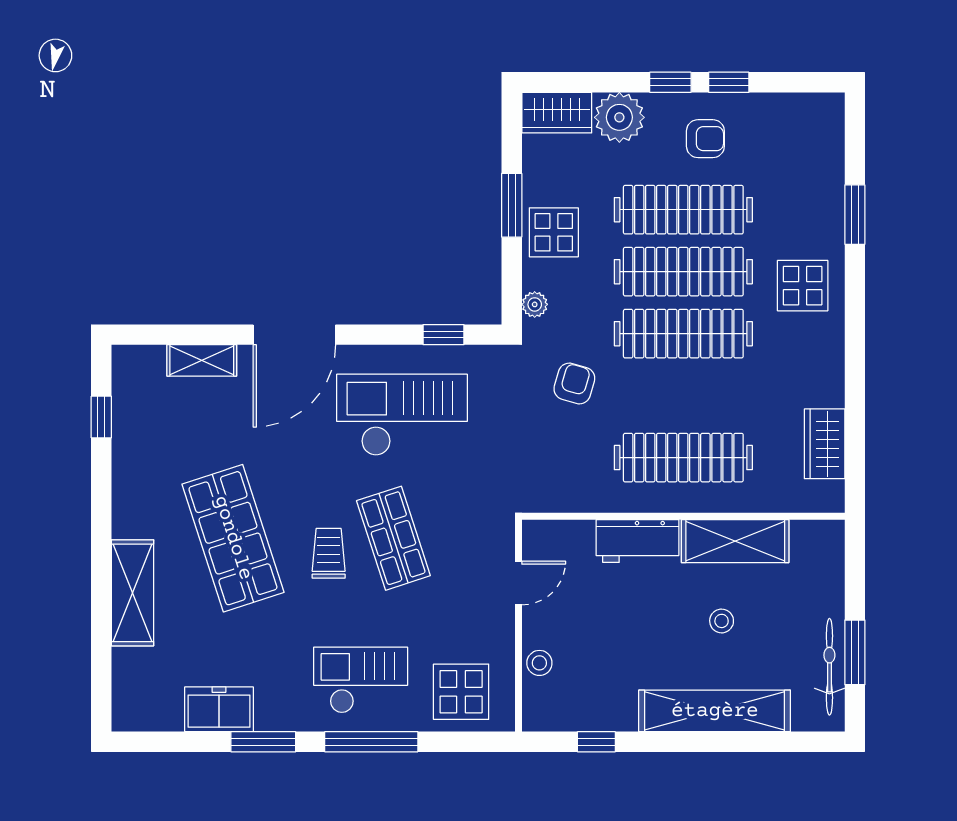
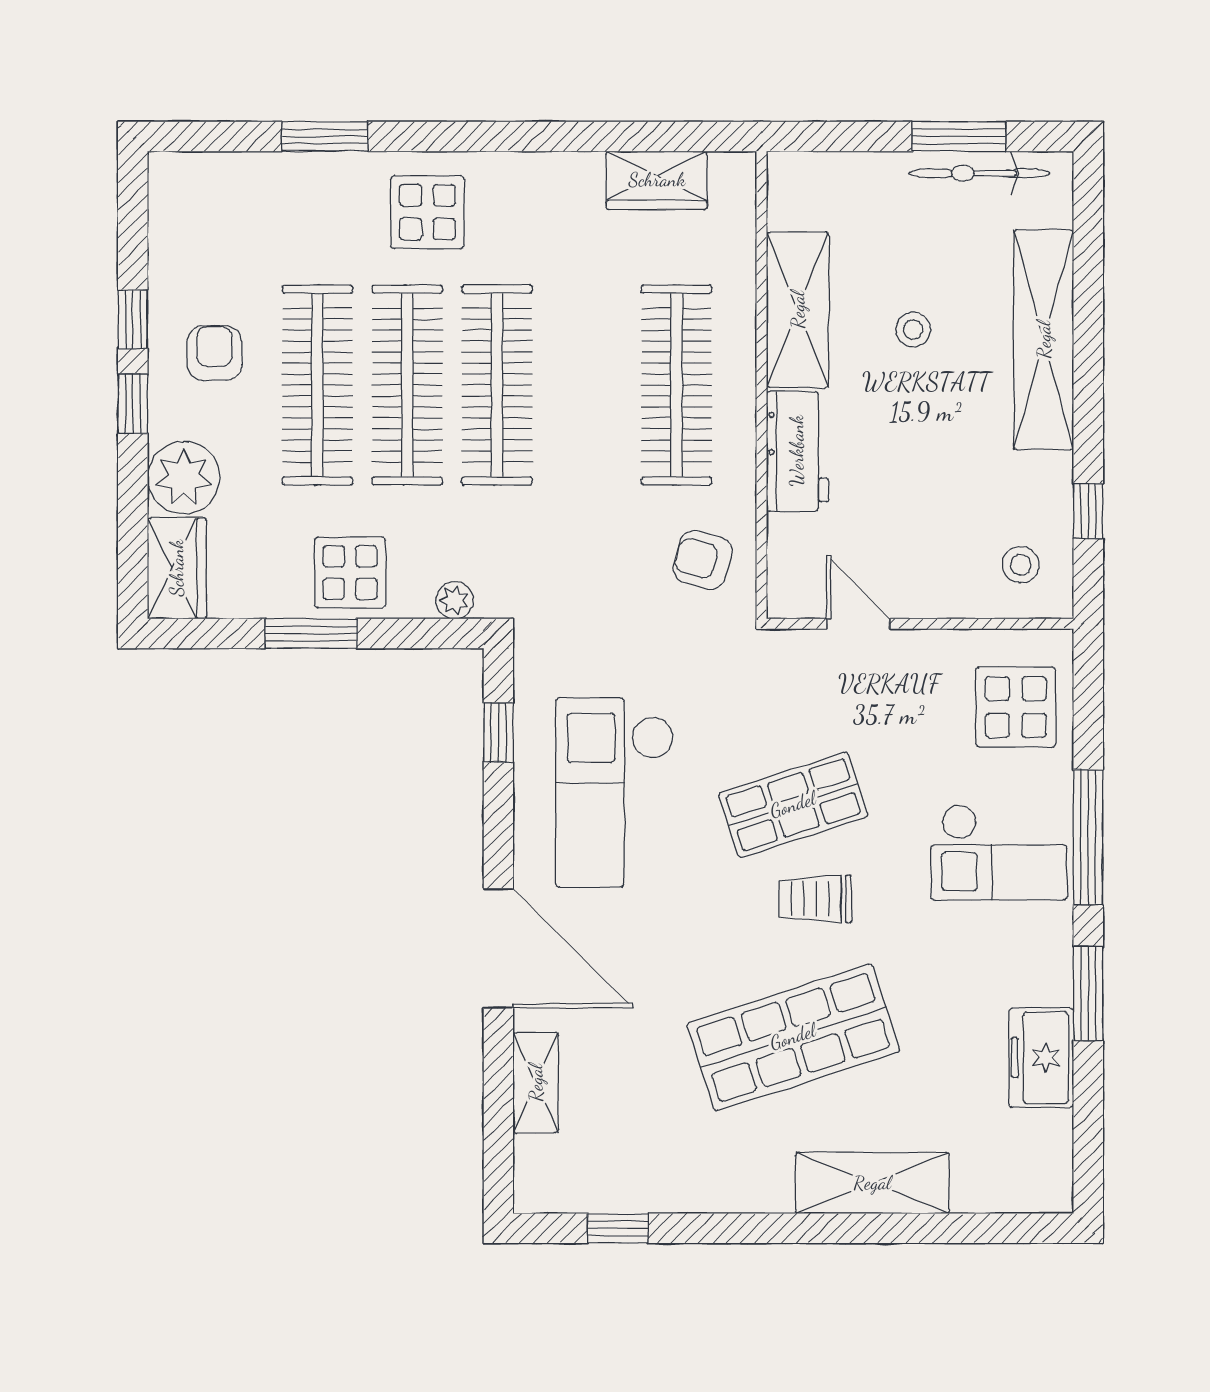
armchair: (574, 383) -> (702, 560), moved
stool: (539, 663) -> (1021, 565), moved
checkout: (361, 680) -> (999, 852), turned -90

